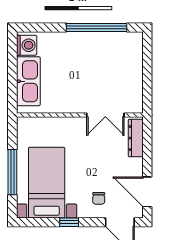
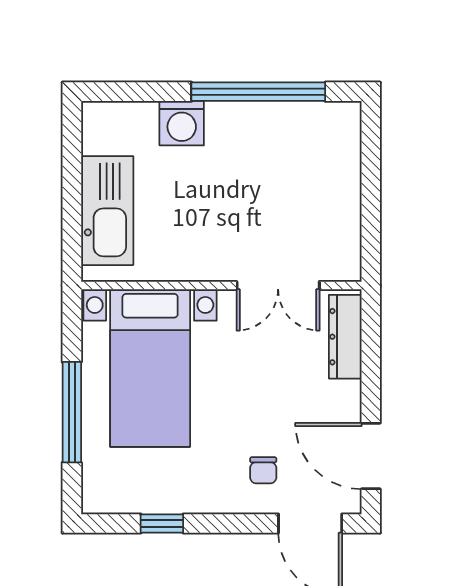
washing machine: (27, 45) -> (182, 123), moved, turned 90
bed with nightstands: (47, 183) -> (150, 368), moved, turned 180
window: (69, 222) -> (162, 523), moved

